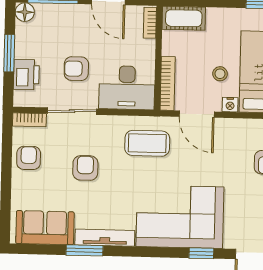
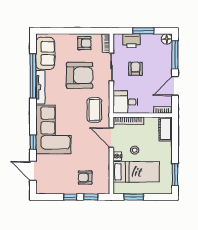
desk: (127, 88) -> (125, 102), width x0.73
door: (197, 114) -> (111, 138), hinge flipped
armchair: (85, 168) -> (80, 75), width x1.88, depth x1.88
window: (84, 250) -> (33, 76), width x2.11

